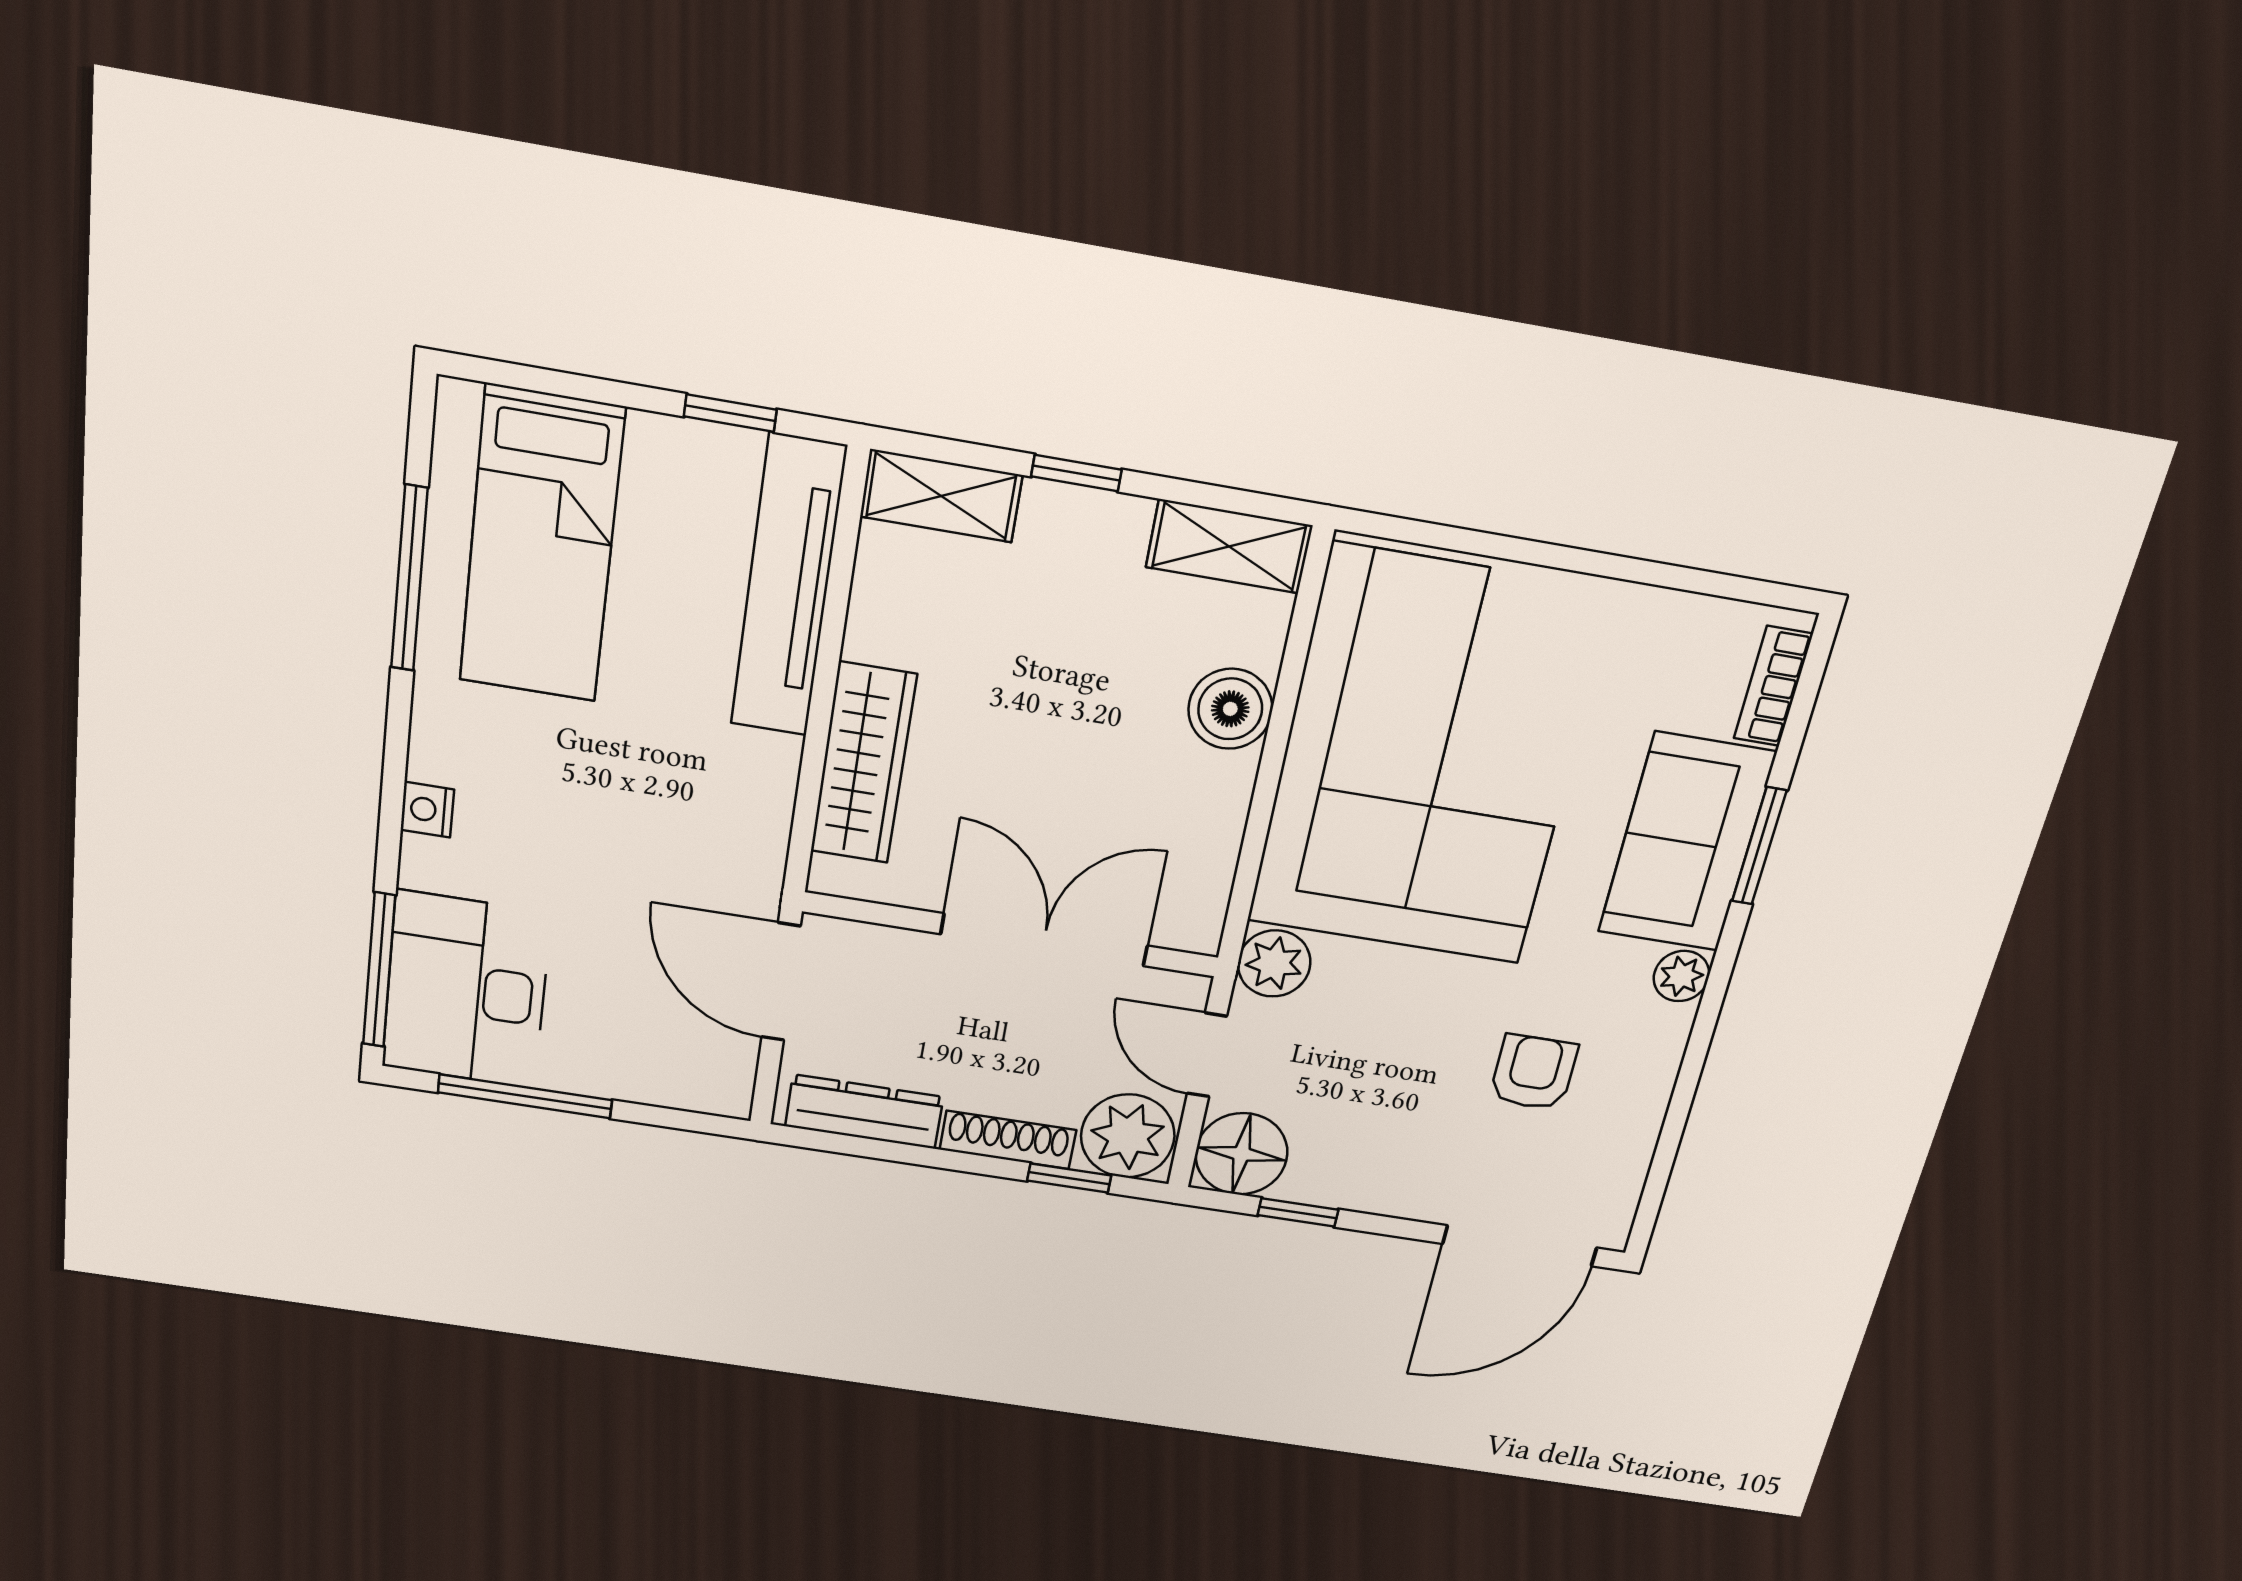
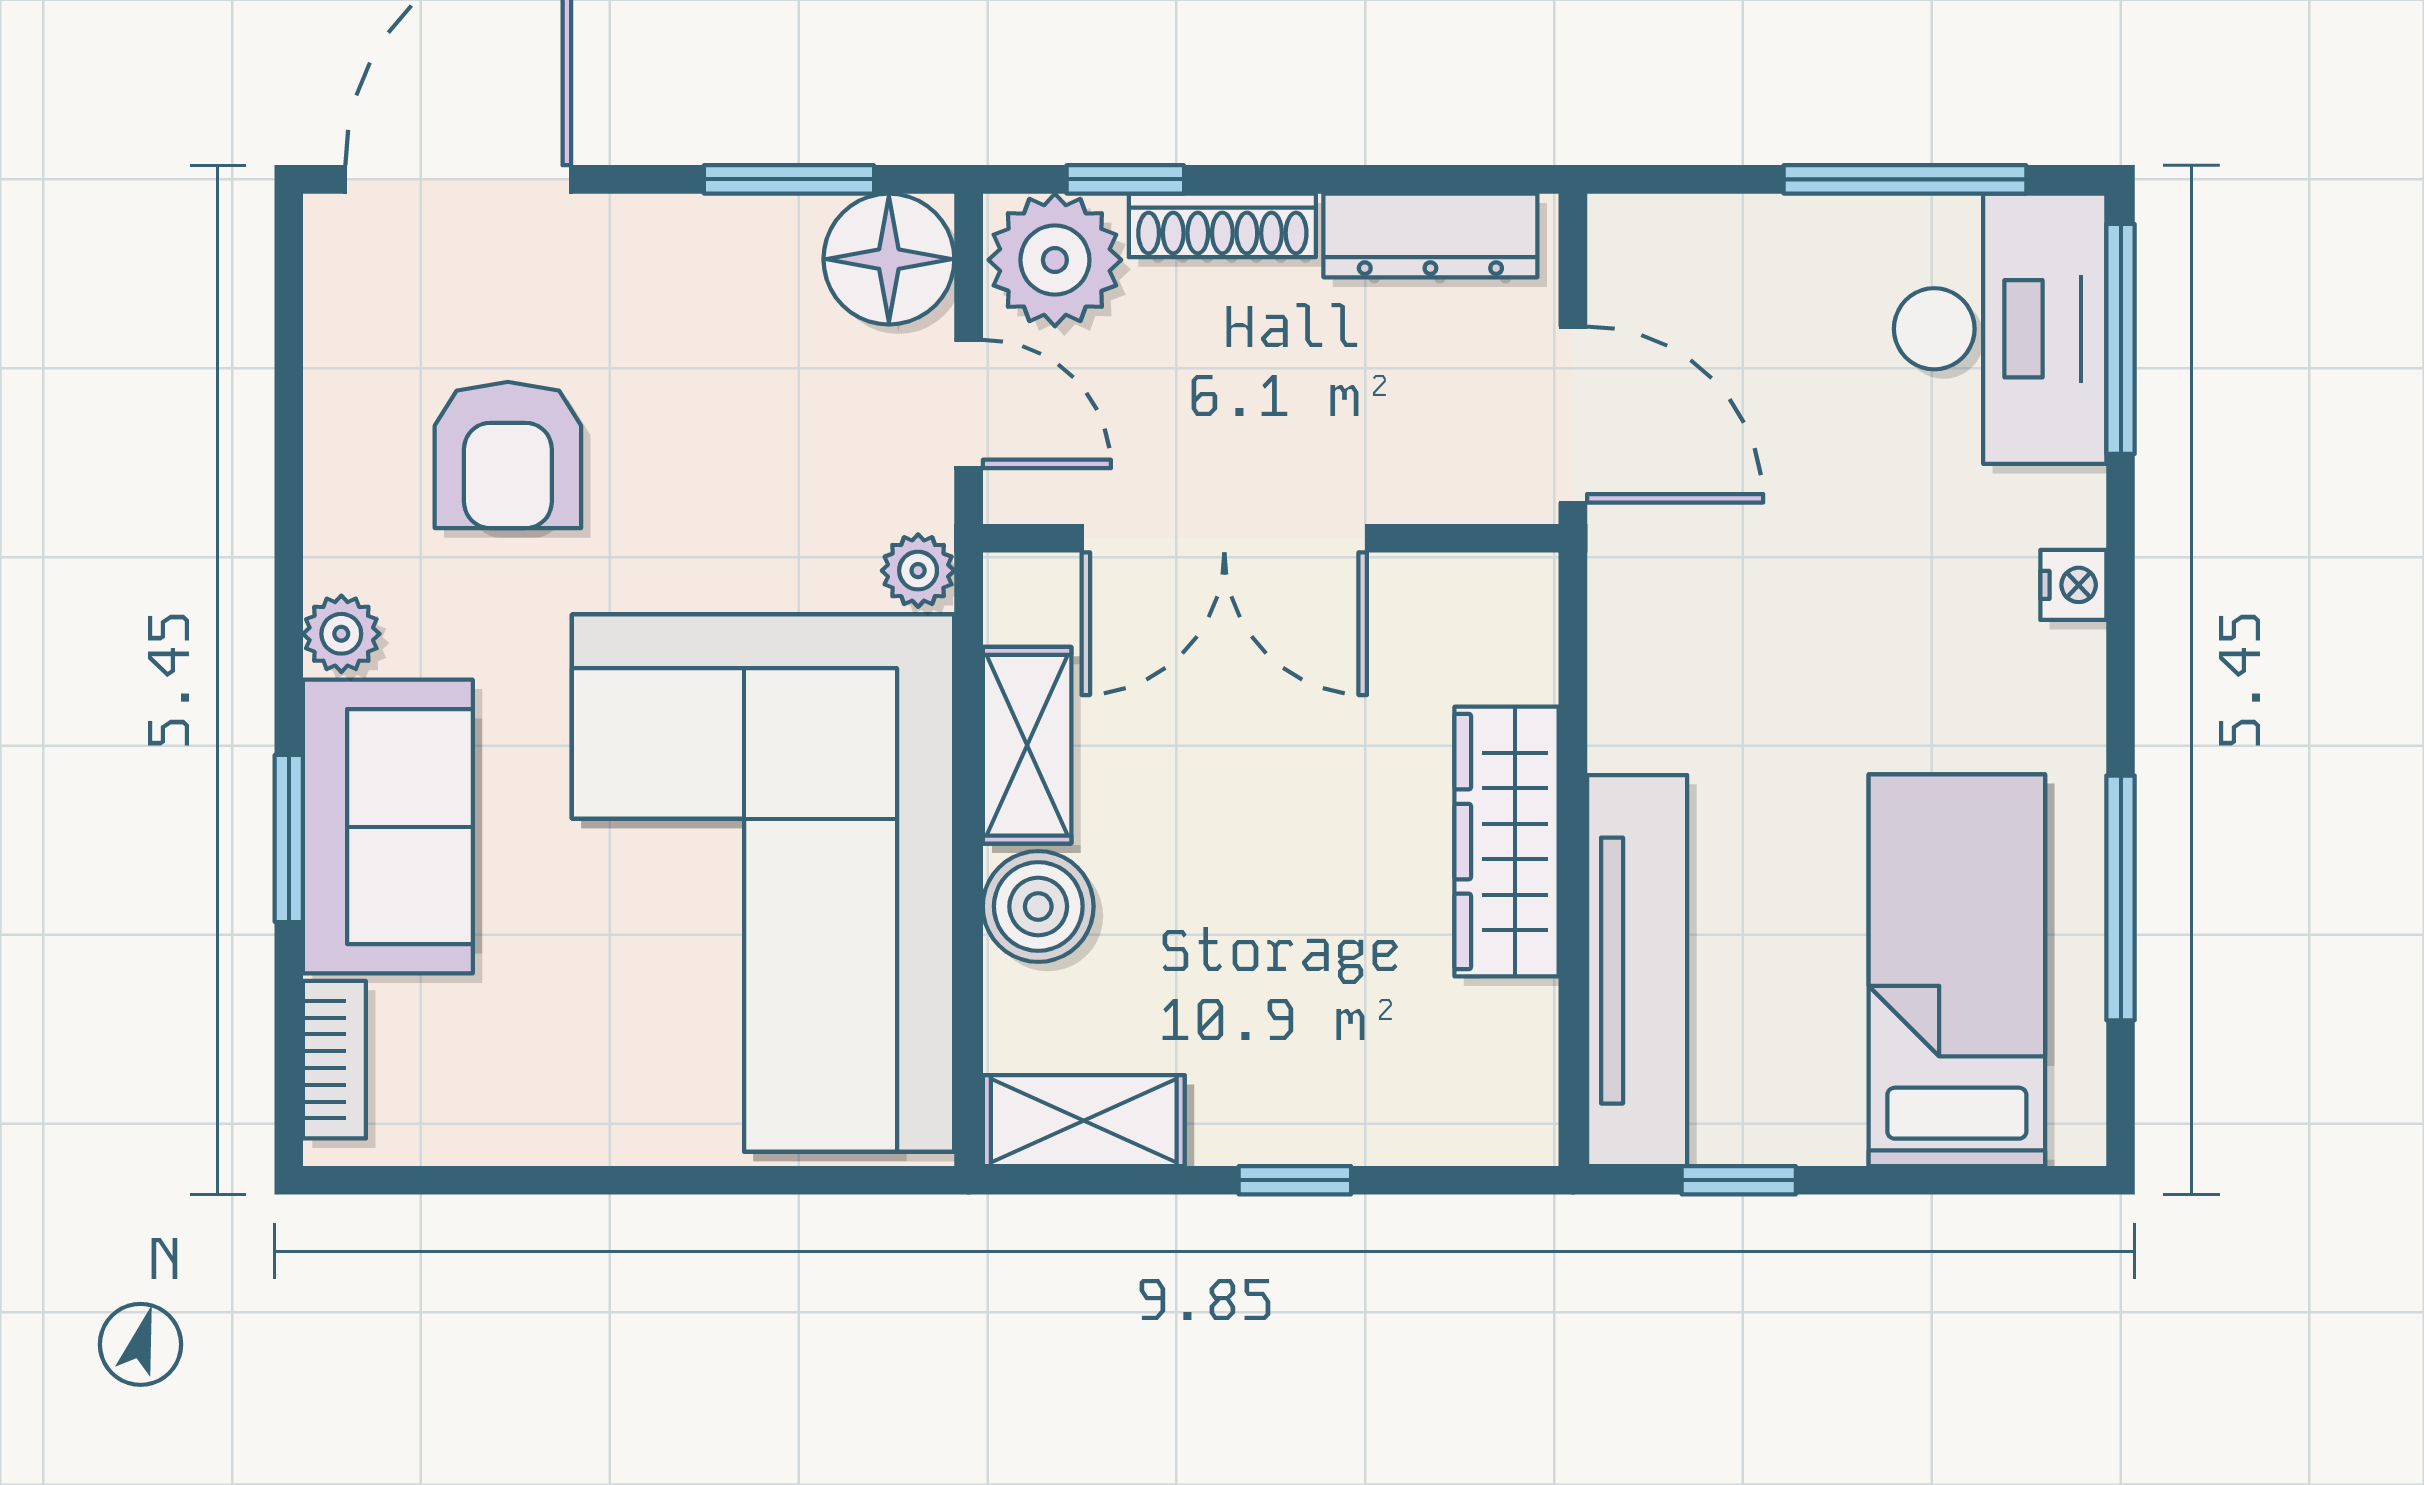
shelving: (941, 496) -> (1027, 745), moved, turned 90
wardrobe: (863, 763) -> (1507, 842), moved
plant: (1274, 963) -> (918, 571), width x0.73, depth x0.73
armchair: (1534, 1072) -> (508, 455), width x1.38, depth x1.38
window: (1298, 1212) -> (789, 179), width x1.50

